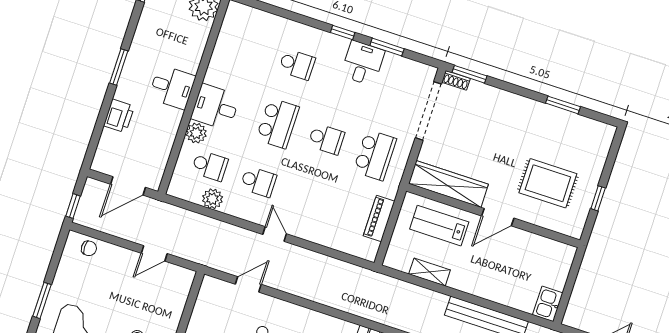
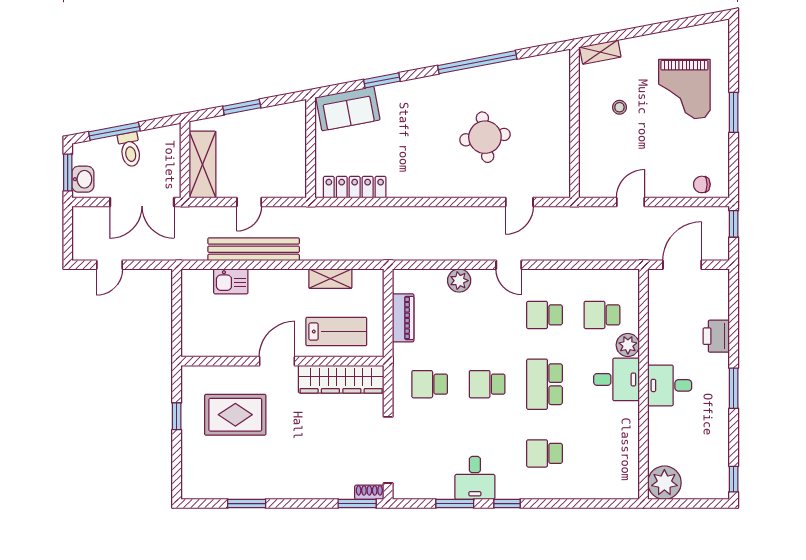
school desk: (375, 155) -> (430, 384), width x0.54
plant: (212, 199) -> (459, 281), moved
kitchen sink: (548, 304) -> (231, 281), moved, turned 90

